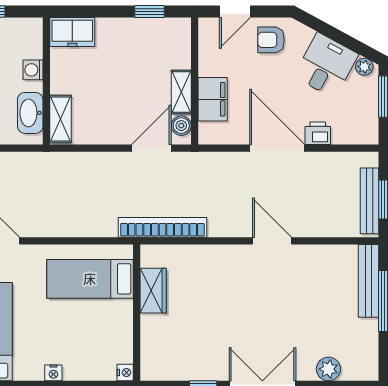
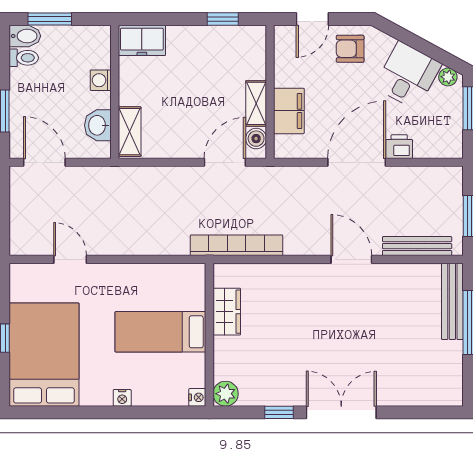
washbasin: (30, 113) -> (98, 125), width x0.72
door: (277, 148) -> (357, 162), hinge flipped
bench: (370, 201) -> (417, 246), moved, turned 90
bed: (90, 279) -> (160, 332), moved
plant: (328, 369) -> (226, 394), moved

